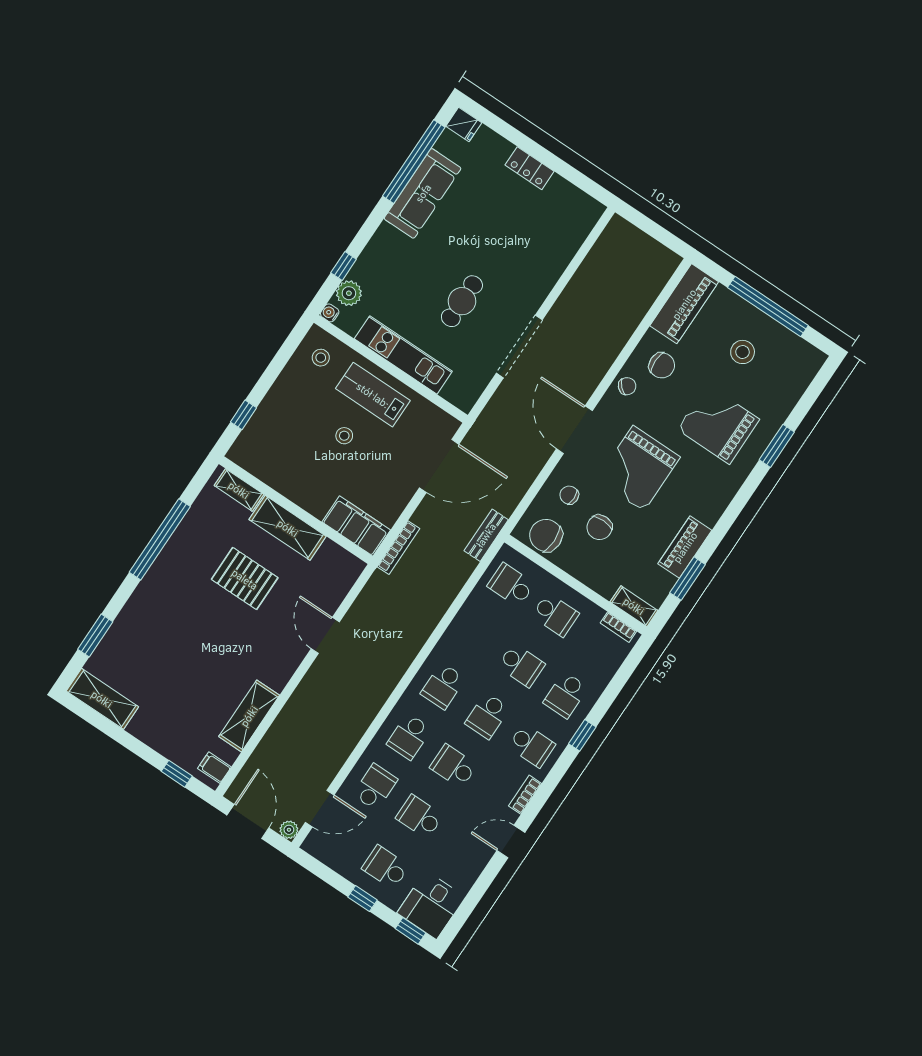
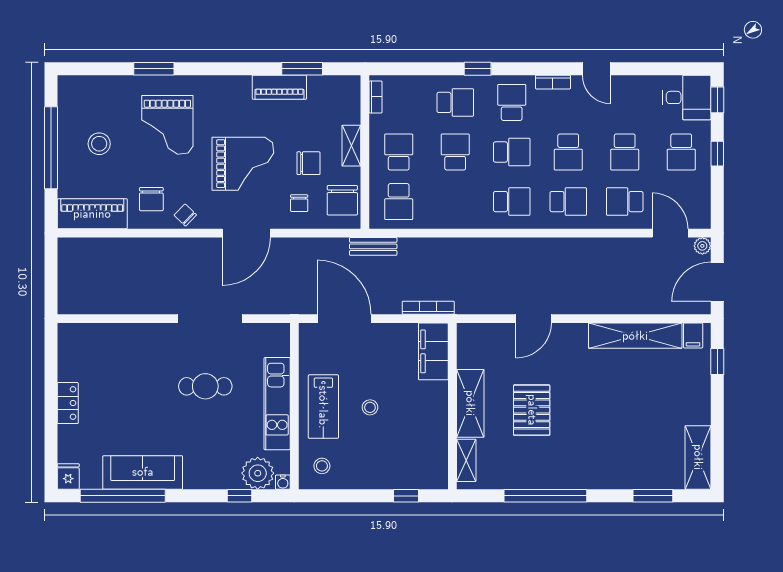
plant: (349, 293) -> (258, 473), width x1.36, depth x1.36
chair: (662, 365) -> (151, 199), turned 180
shelving: (634, 606) -> (351, 146), moved
shelving: (249, 716) -> (635, 336), width x1.47

